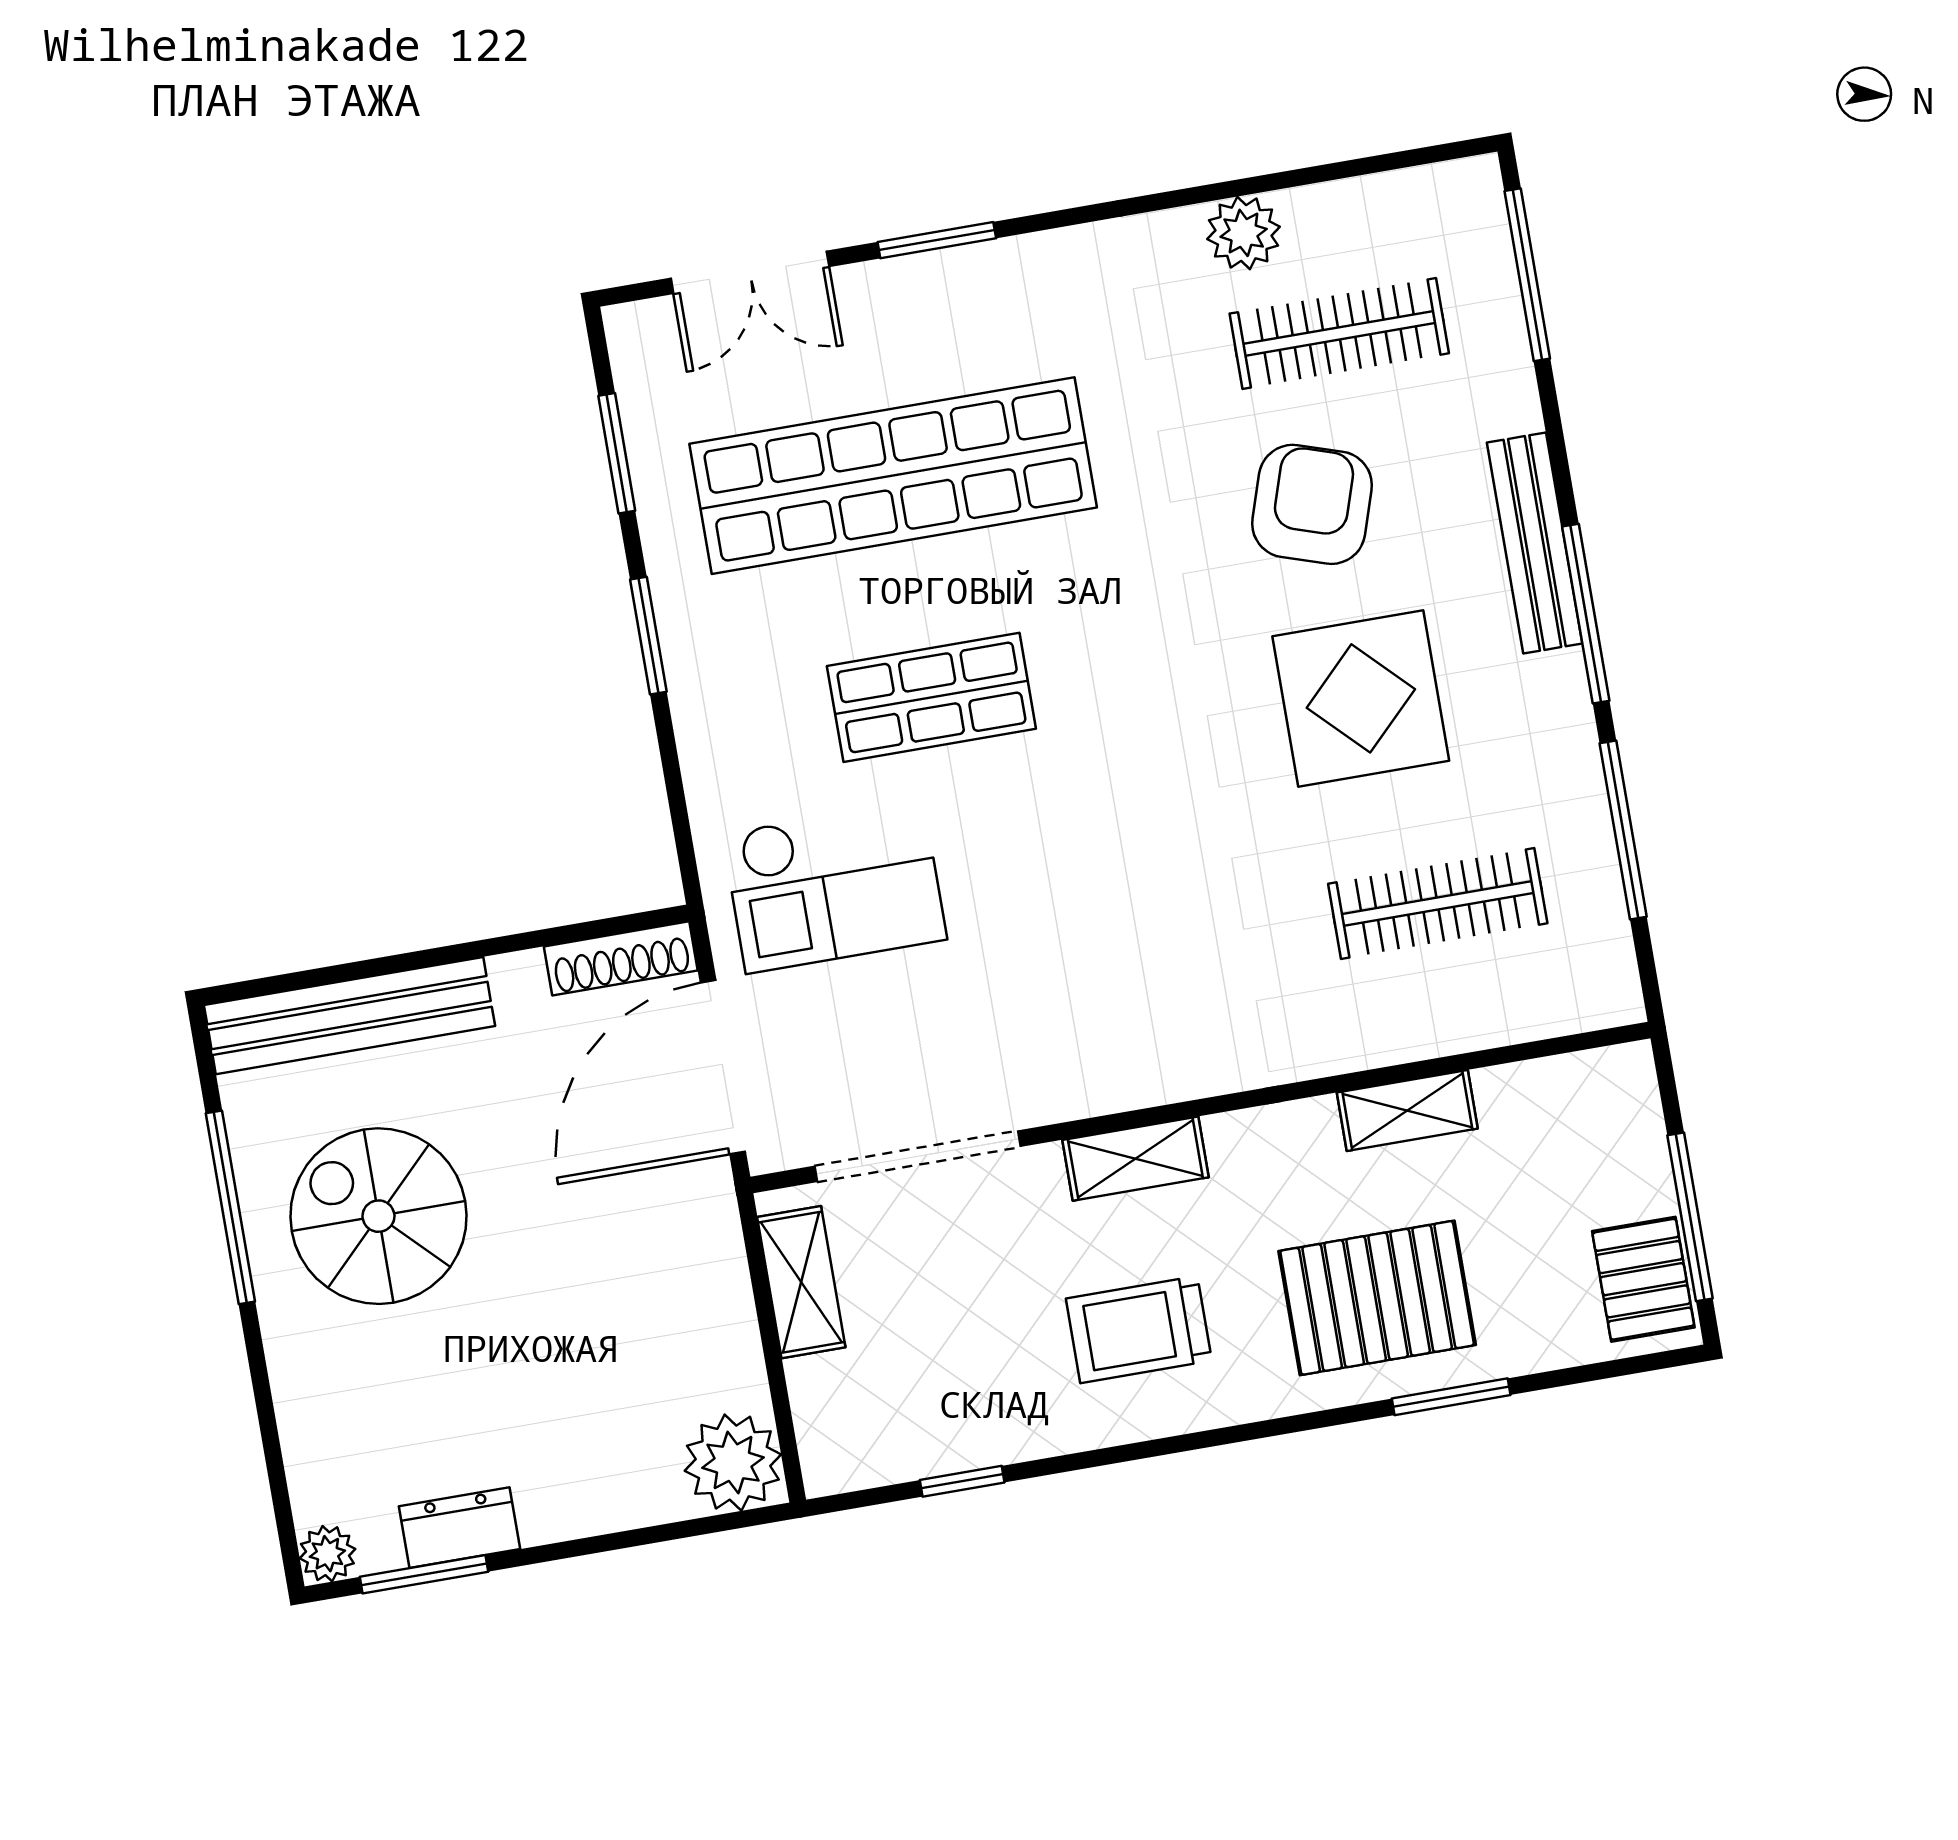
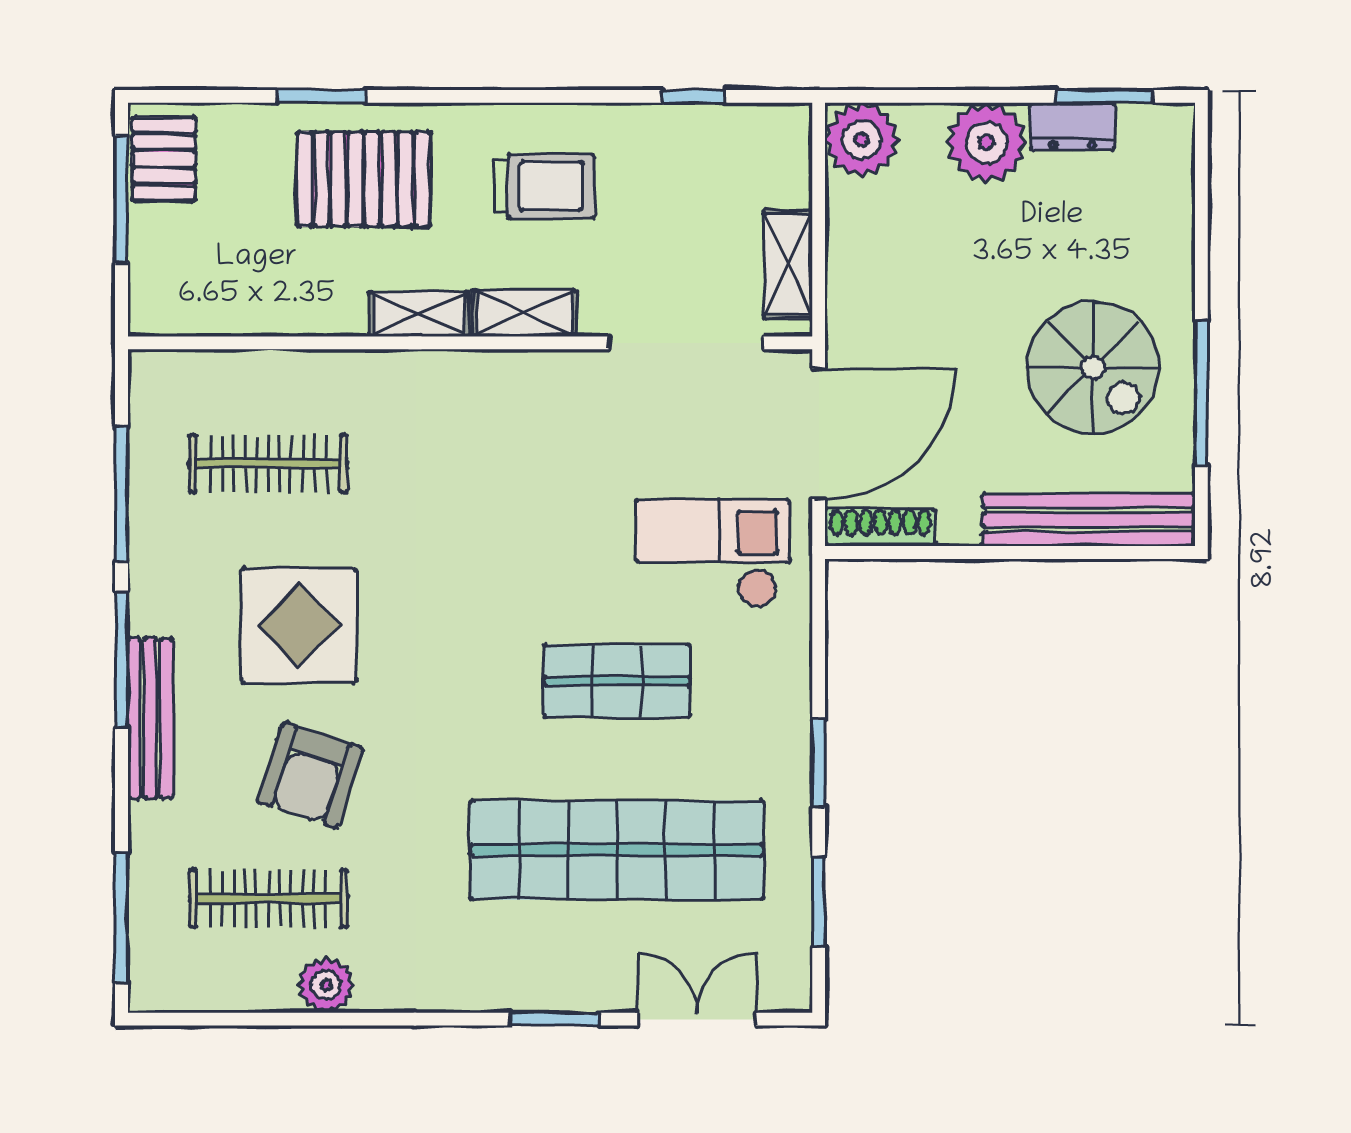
shelving: (1407, 1110) -> (419, 314), moved
plant: (327, 1554) -> (987, 143), moved, width x1.87, depth x1.87

